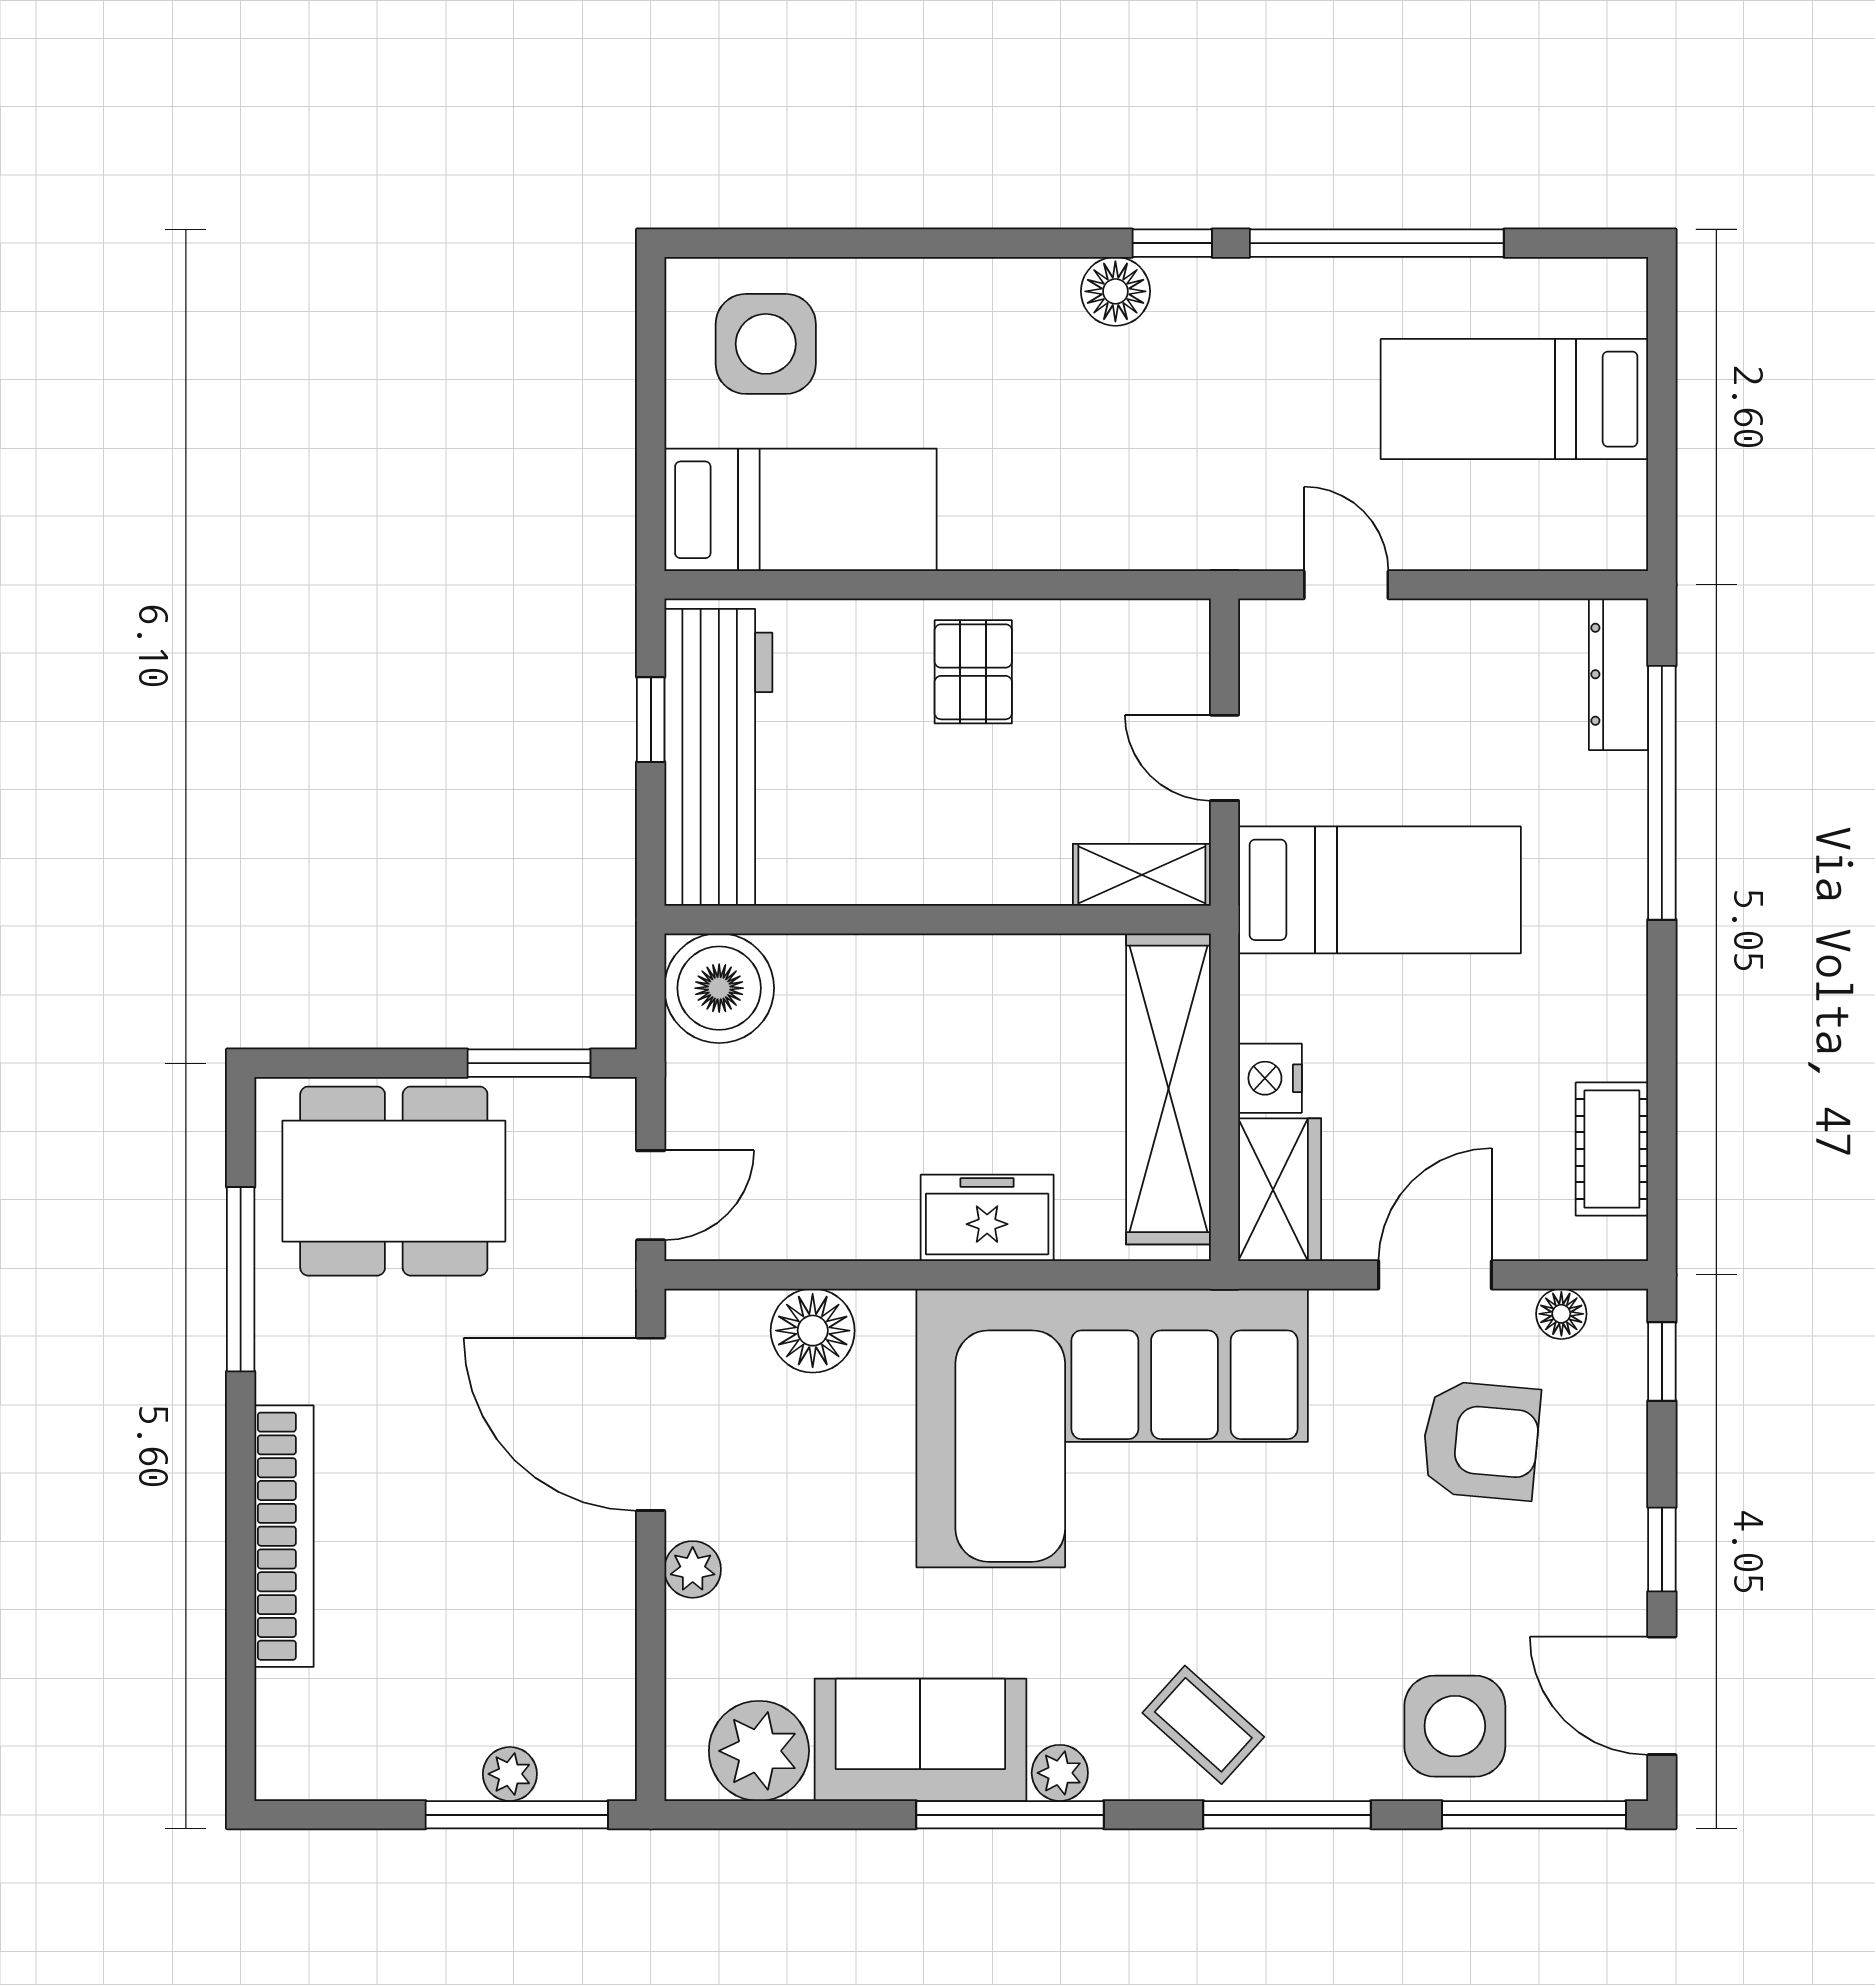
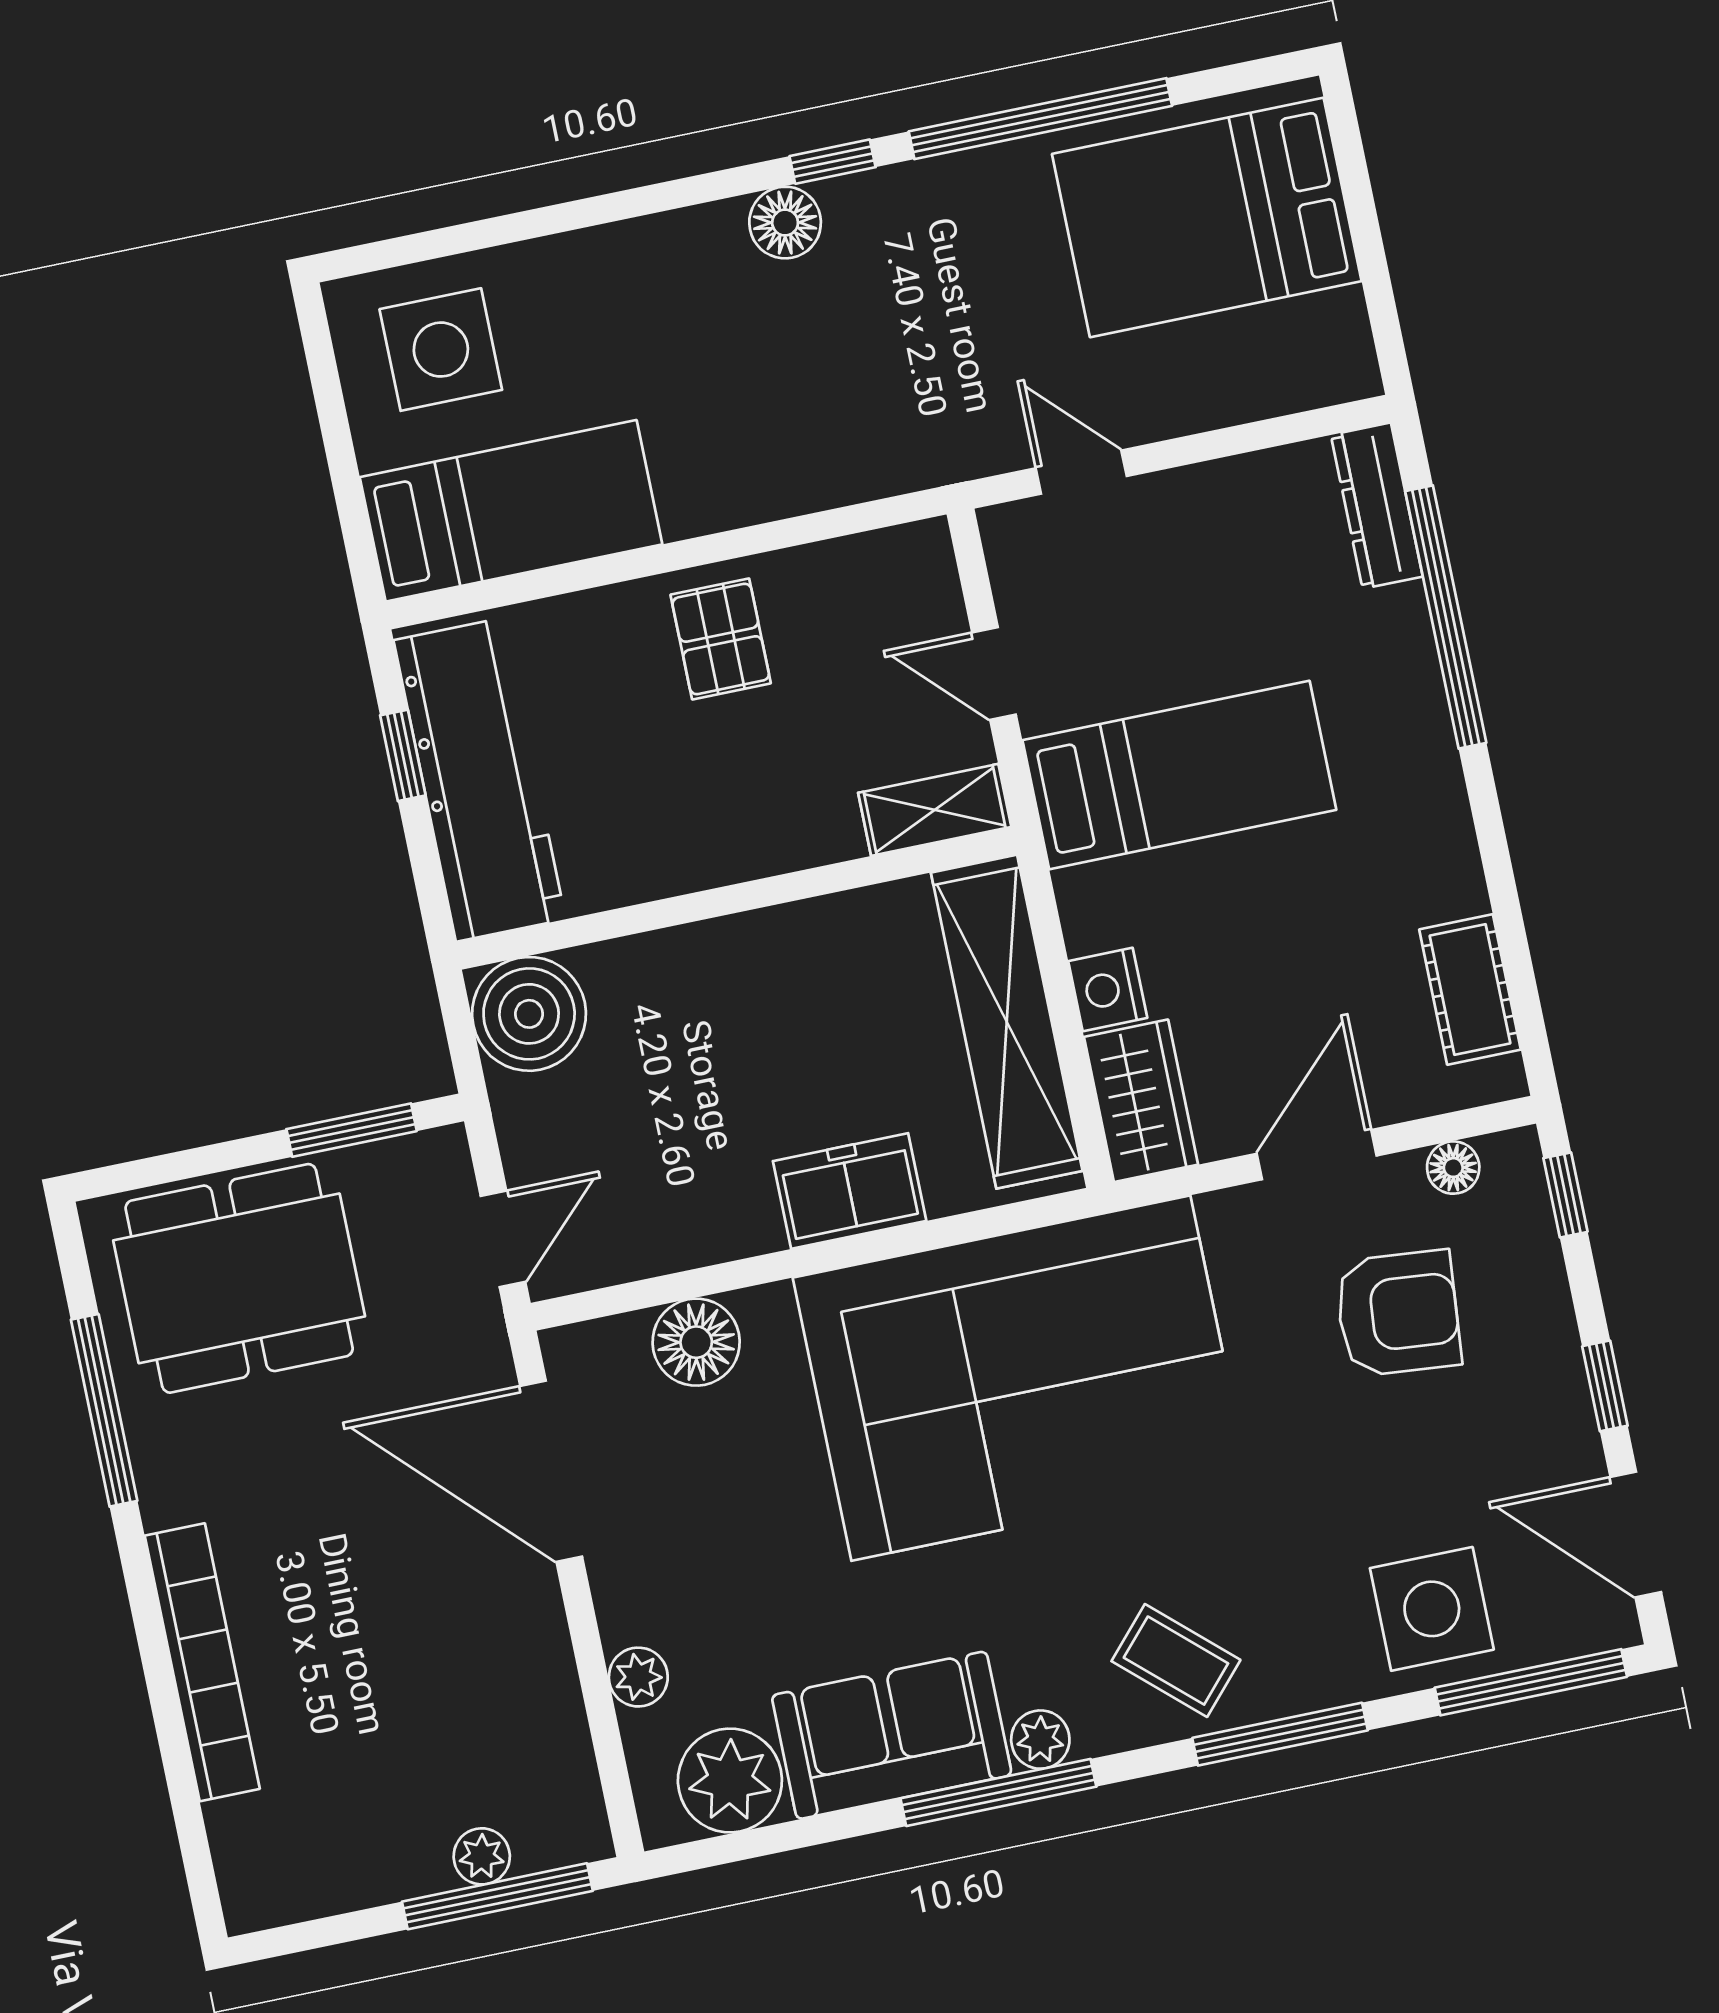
bed: (1514, 399) -> (1207, 217), width x1.50
plant: (693, 1569) -> (638, 1677), moved

